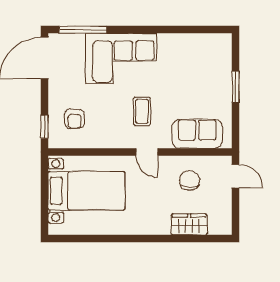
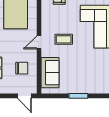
door: (235, 176) -> (24, 96), hinge flipped

